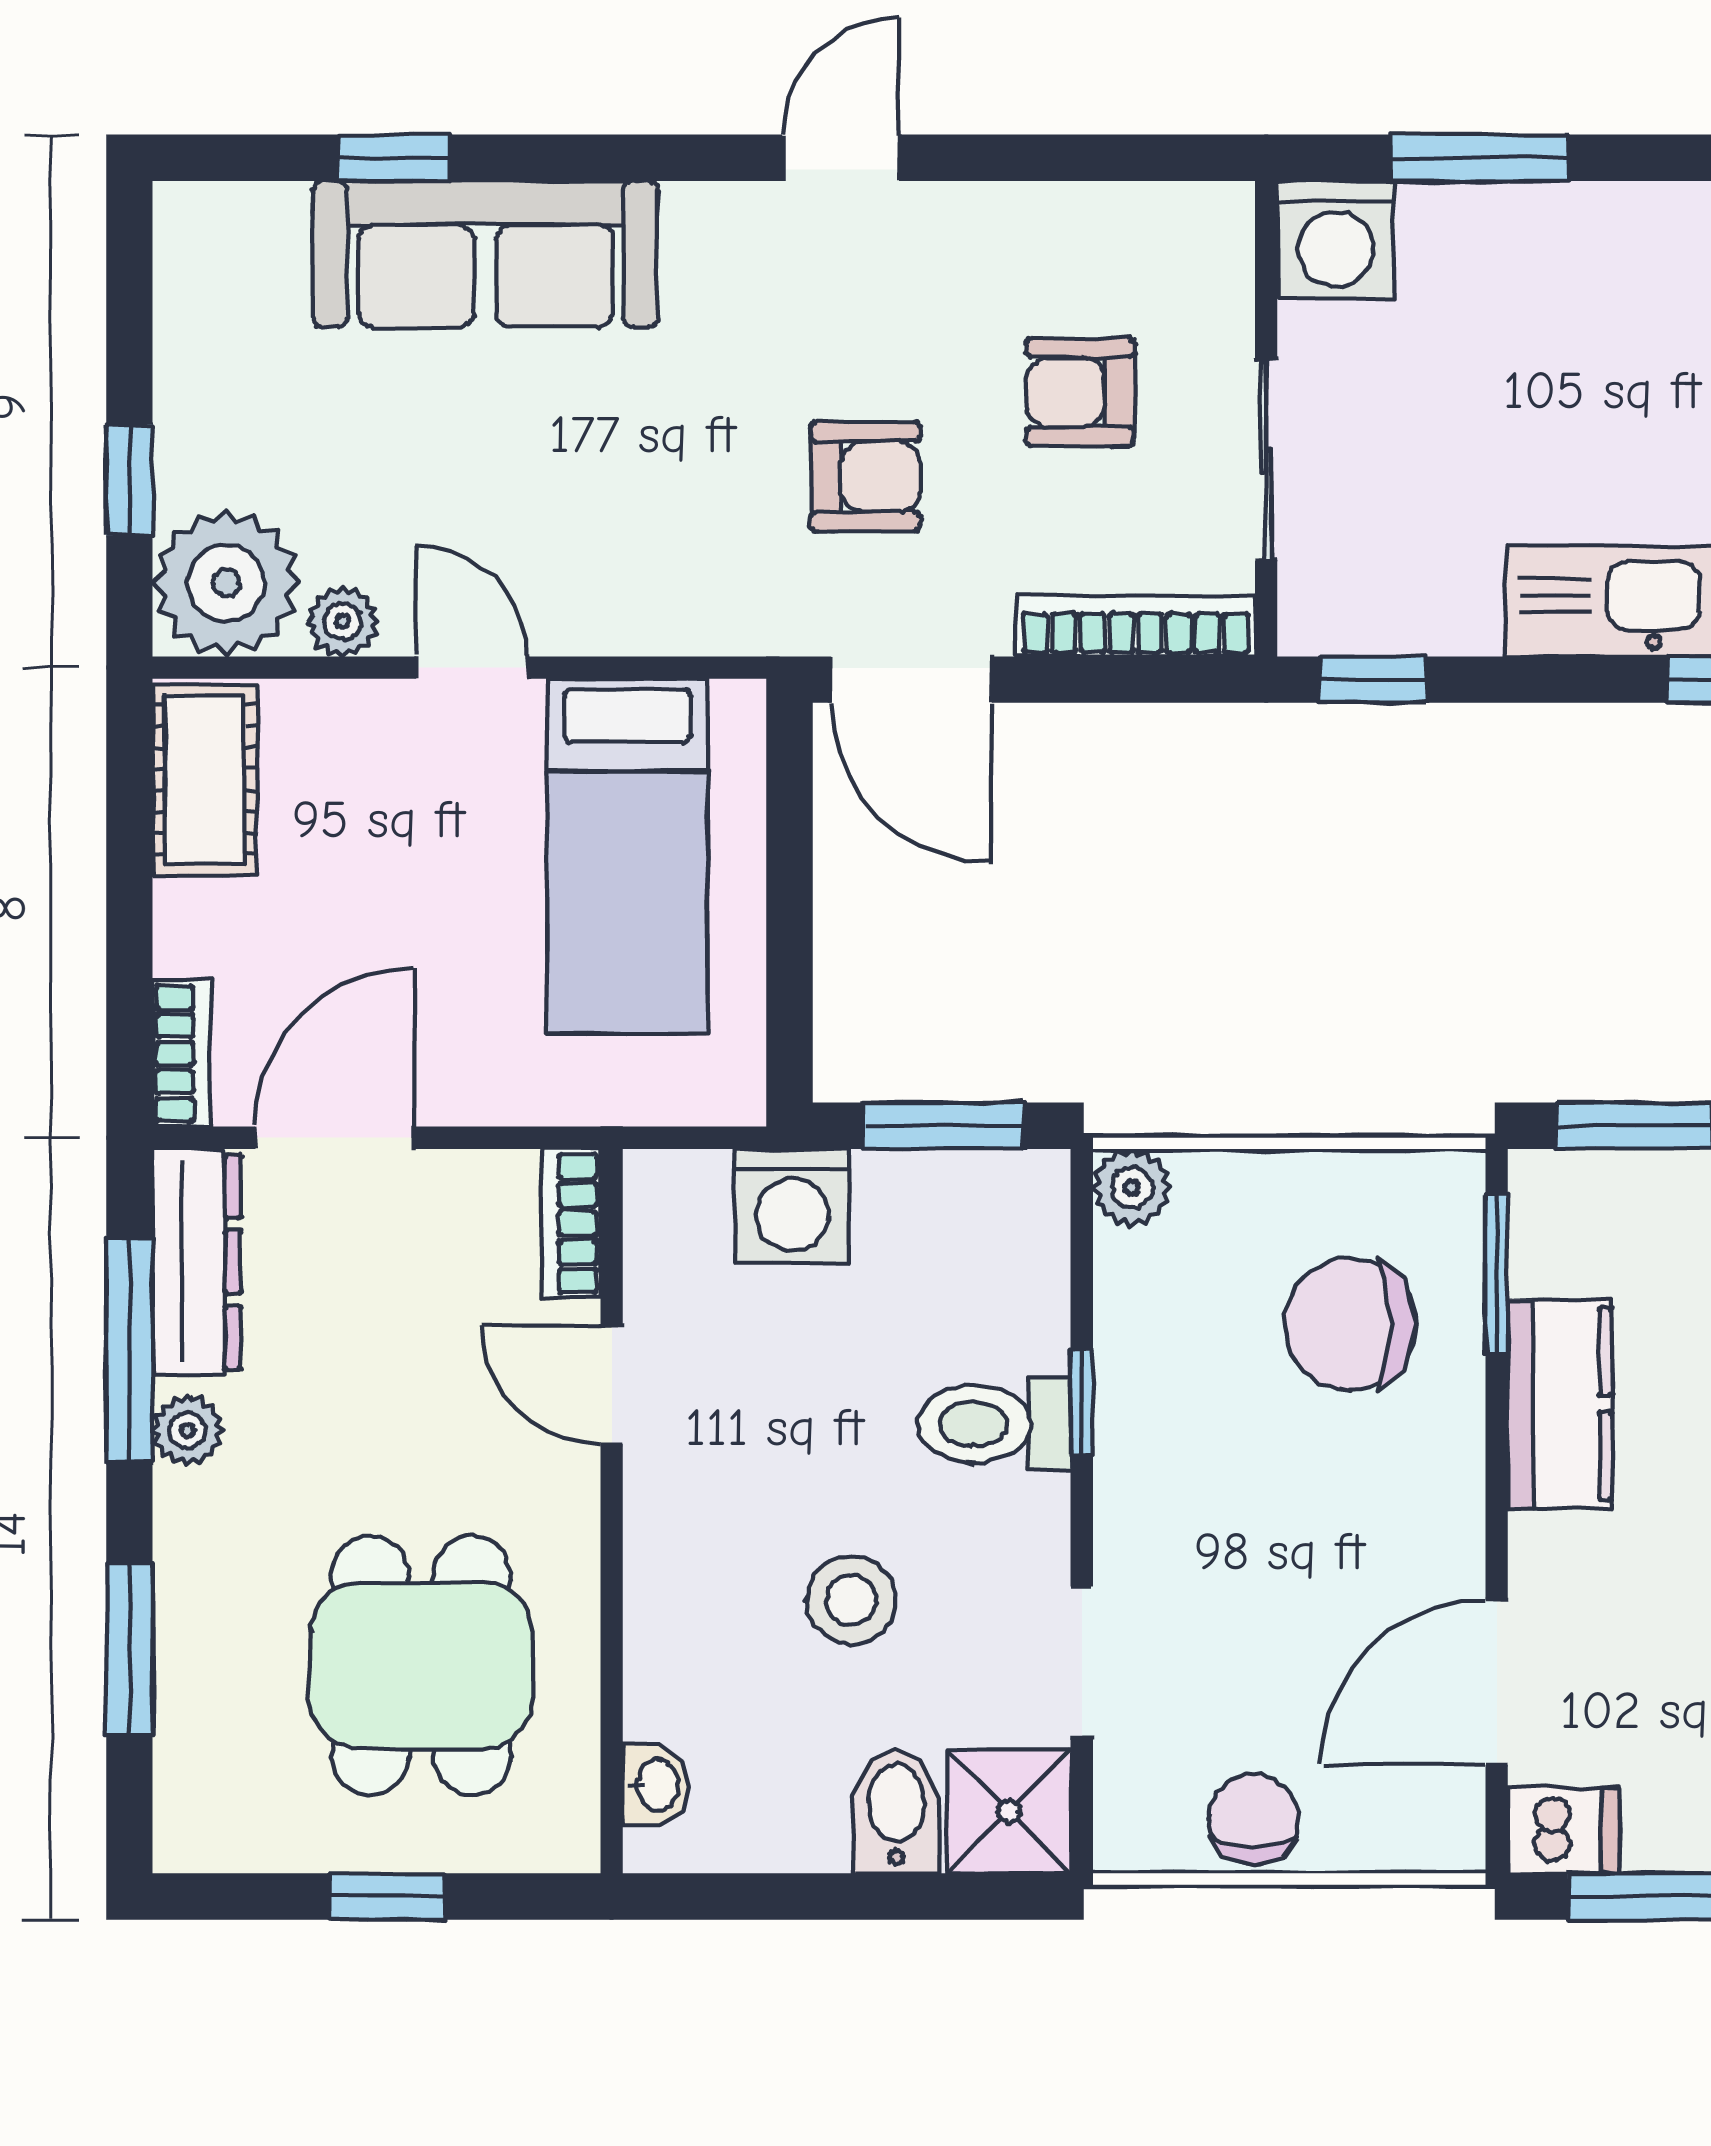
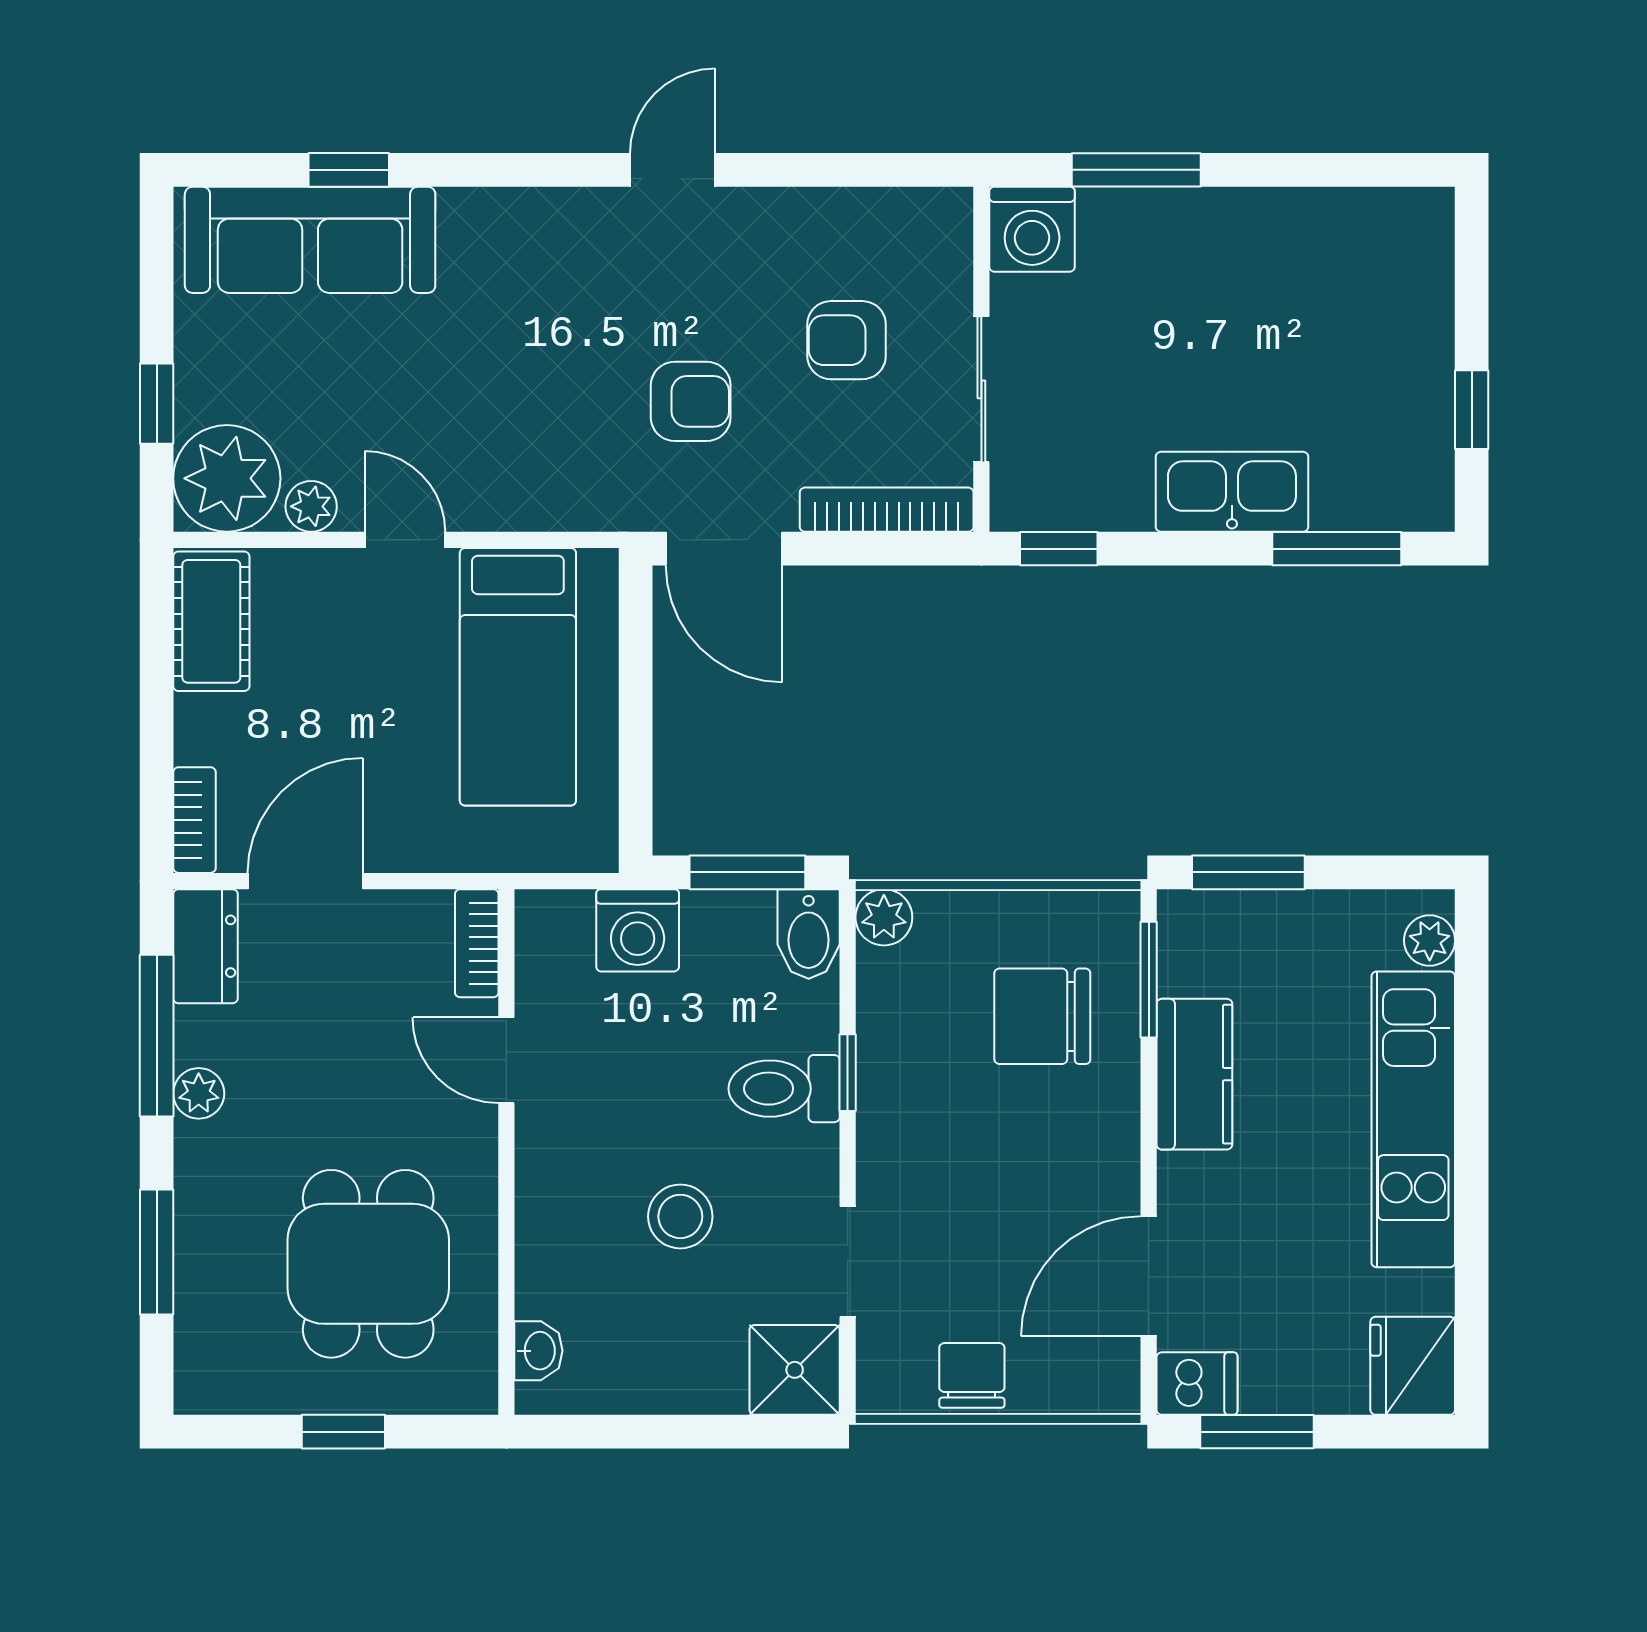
sofa: (485, 254) -> (310, 240), moved
dresser: (197, 1262) -> (205, 946), width x0.70
bidet: (896, 1812) -> (809, 934), moved, turned 180

